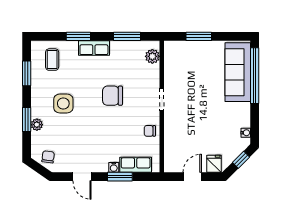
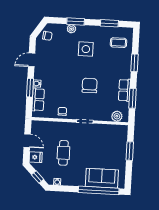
row of seats: (94, 48) -> (124, 90), moved
sofa: (238, 72) -> (102, 178), width x0.73
cafe table: (206, 126) -> (63, 153), added

